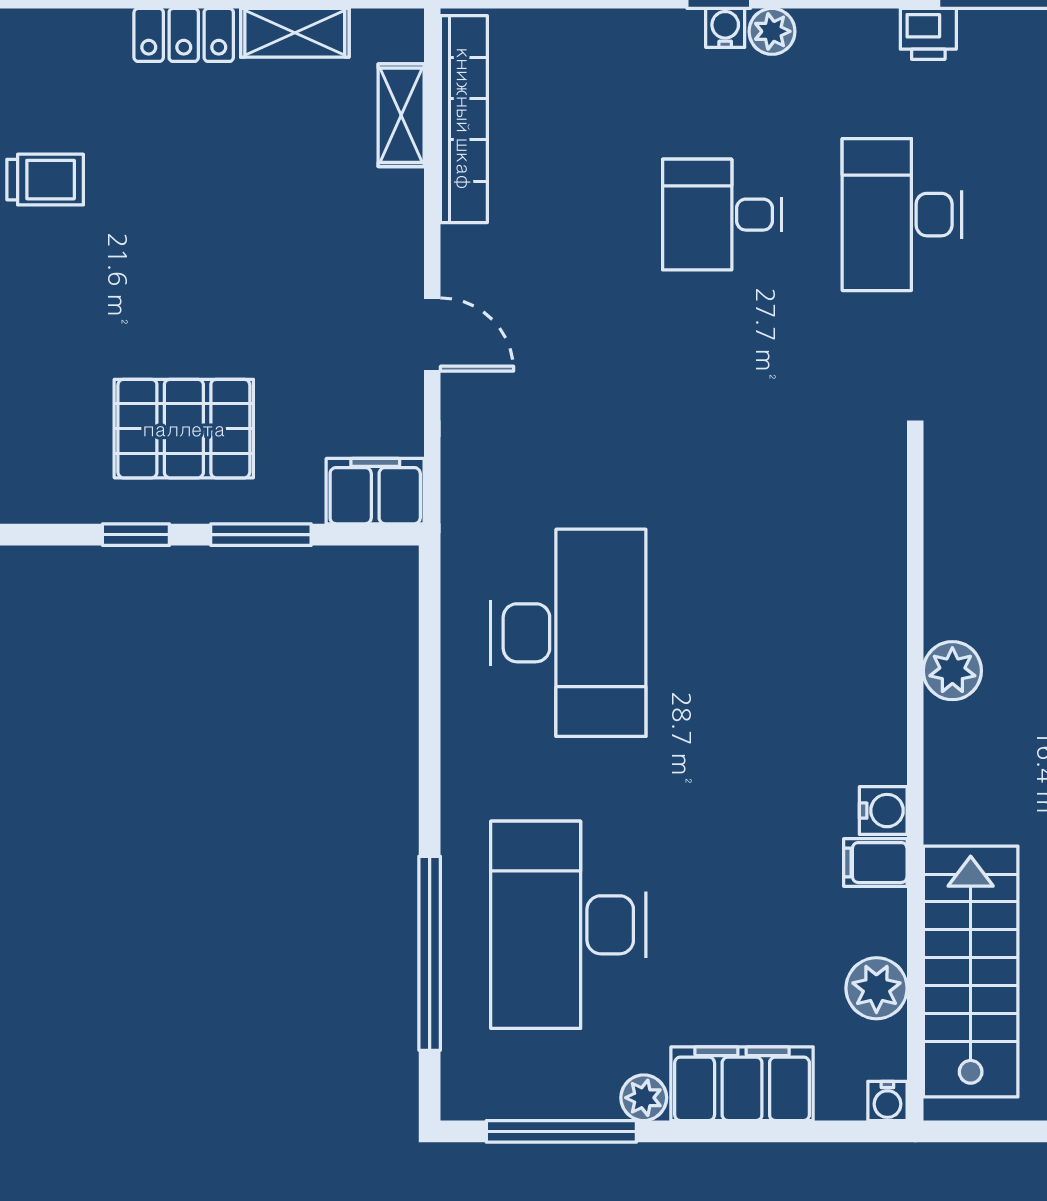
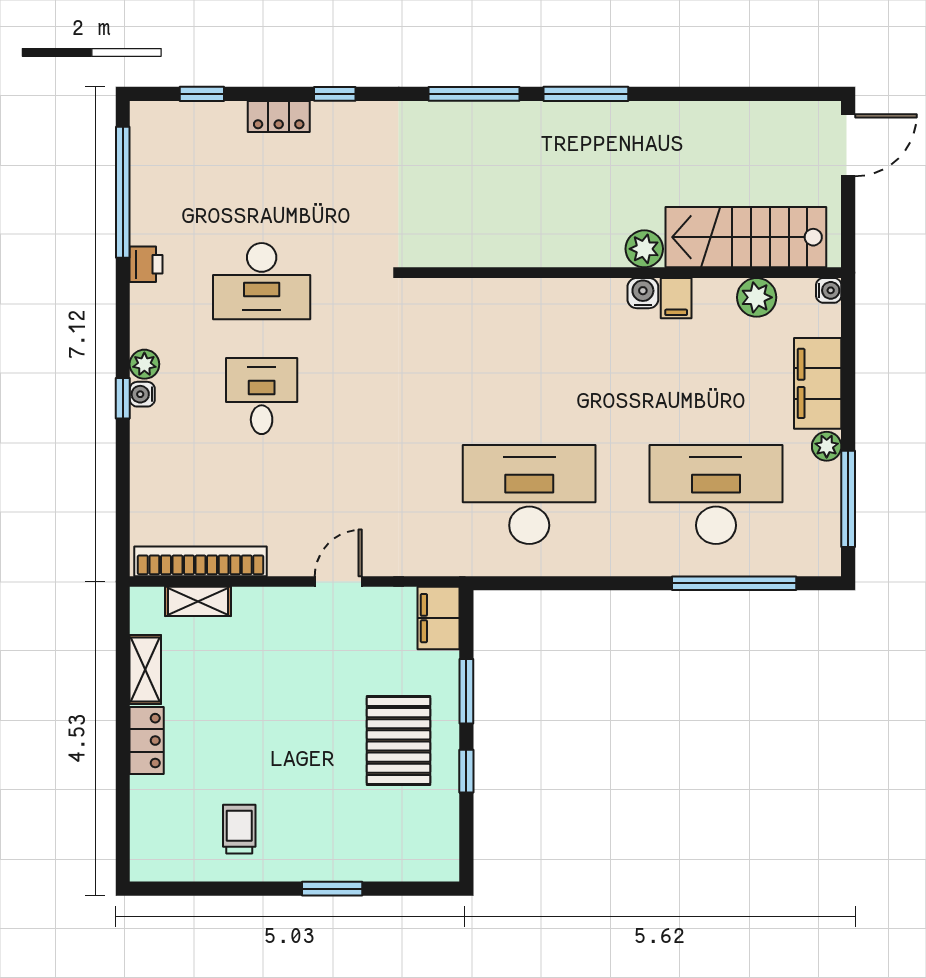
desk: (722, 215) -> (262, 396), turned 180
plant: (952, 671) -> (644, 249), moved
desk: (568, 925) -> (716, 495), turned 180

